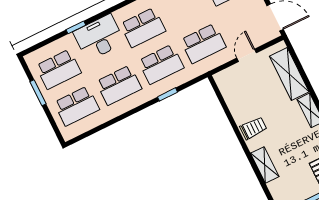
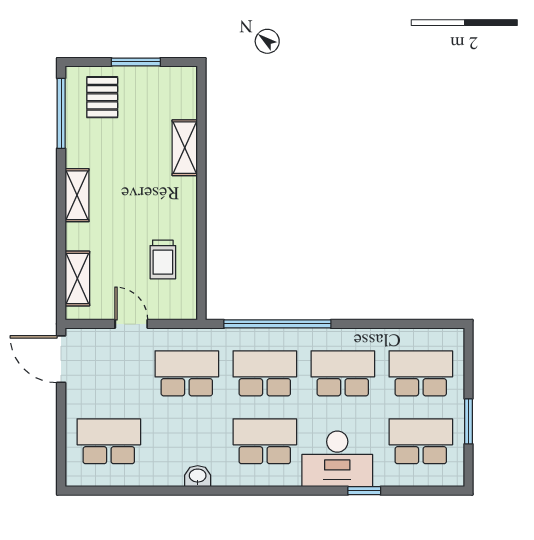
door: (247, 55) -> (131, 324), swing flipped
shelving: (289, 74) -> (77, 279), width x0.67, depth x0.75
window: (167, 94) -> (277, 324), width x3.17
trolley: (253, 128) -> (163, 259), moved, turned -90

